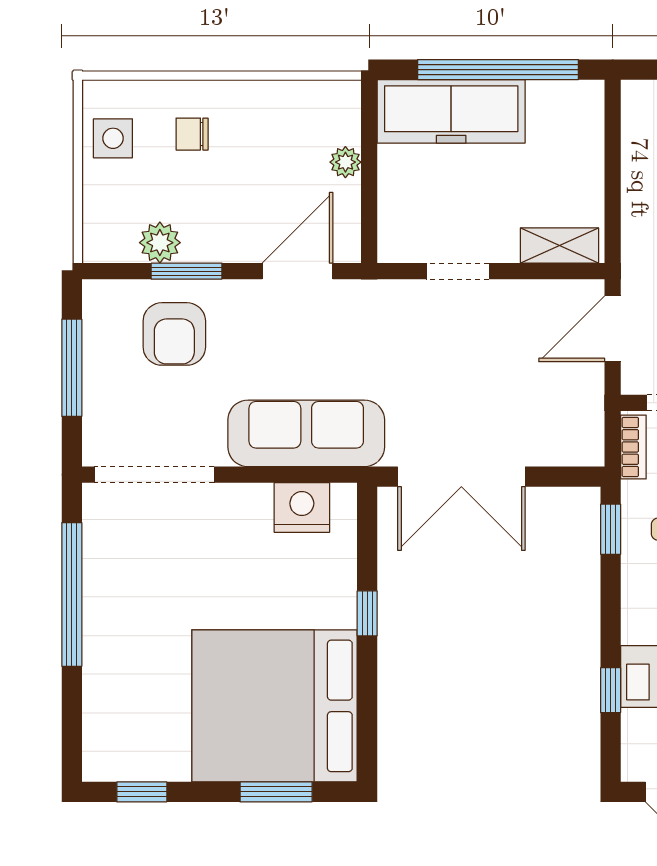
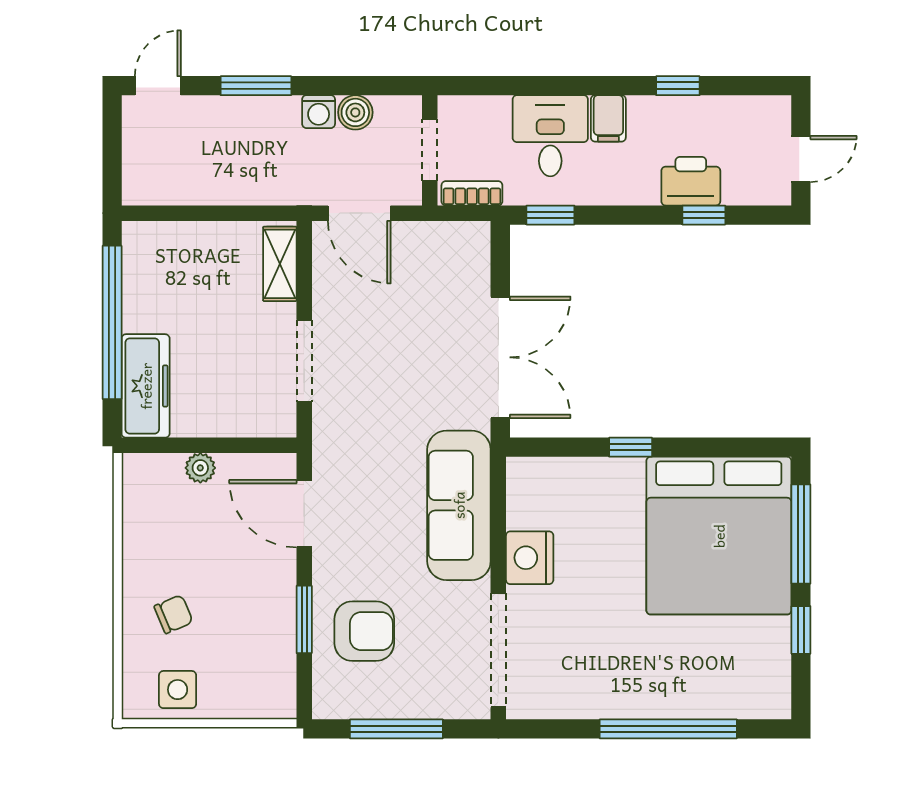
freezer: (451, 111) -> (146, 386), width x0.73, depth x0.79
chair: (192, 134) -> (174, 614), turned -113
plant: (160, 243) -> (277, 645), removed
doorway: (458, 271) -> (304, 361), width x1.38
nightstand: (302, 507) -> (530, 558), moved
window: (72, 594) -> (668, 729), moved
window: (142, 792) -> (801, 630), moved
window: (276, 792) -> (801, 534), width x1.44

